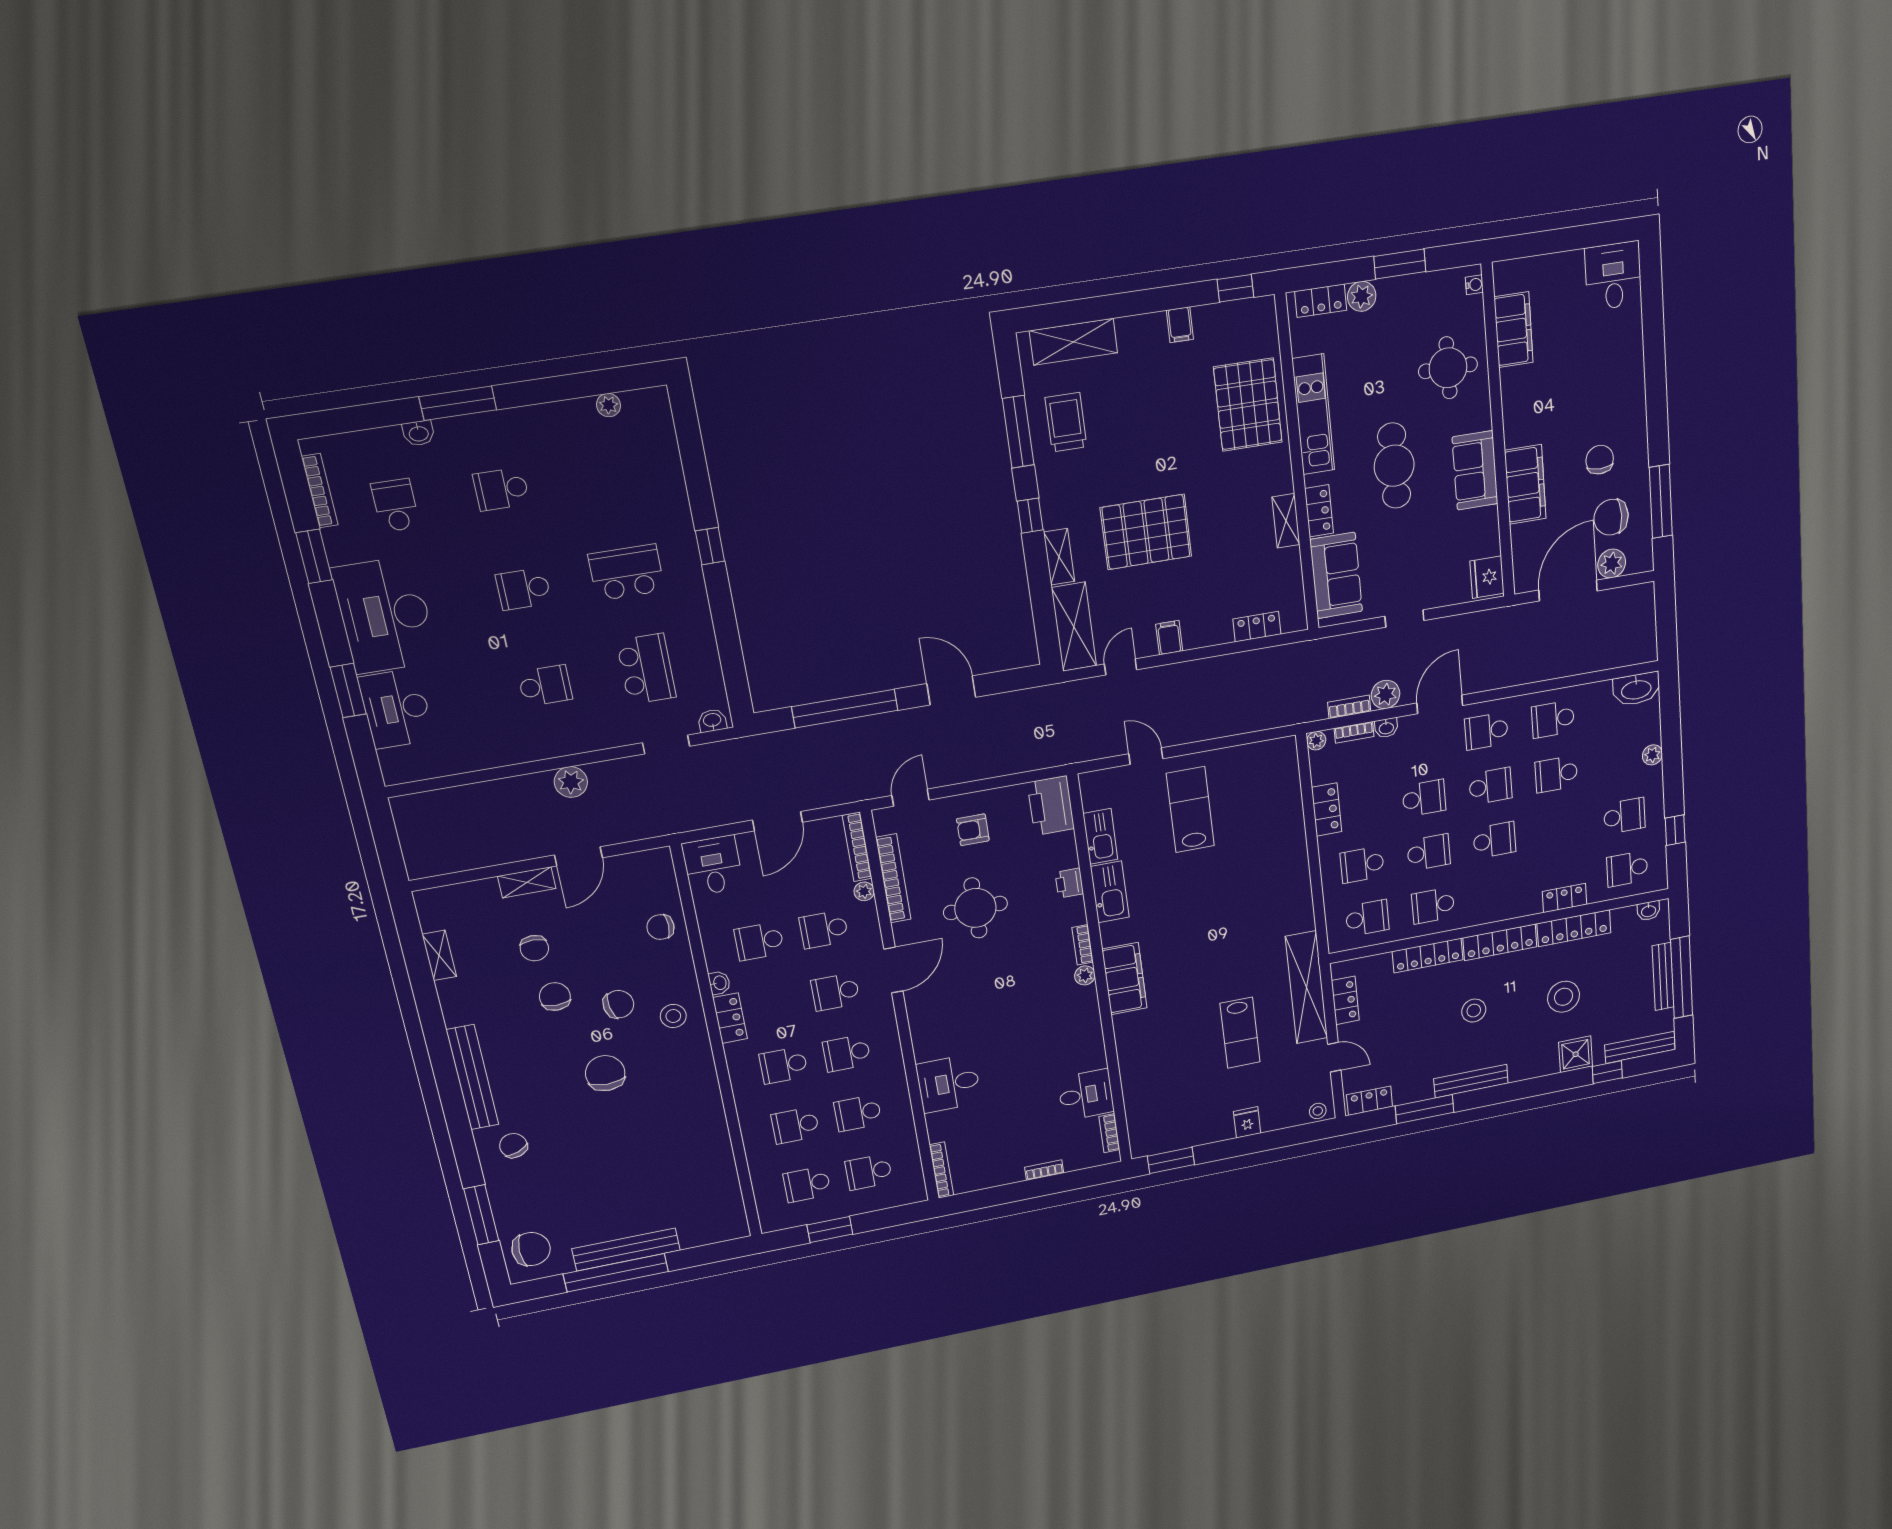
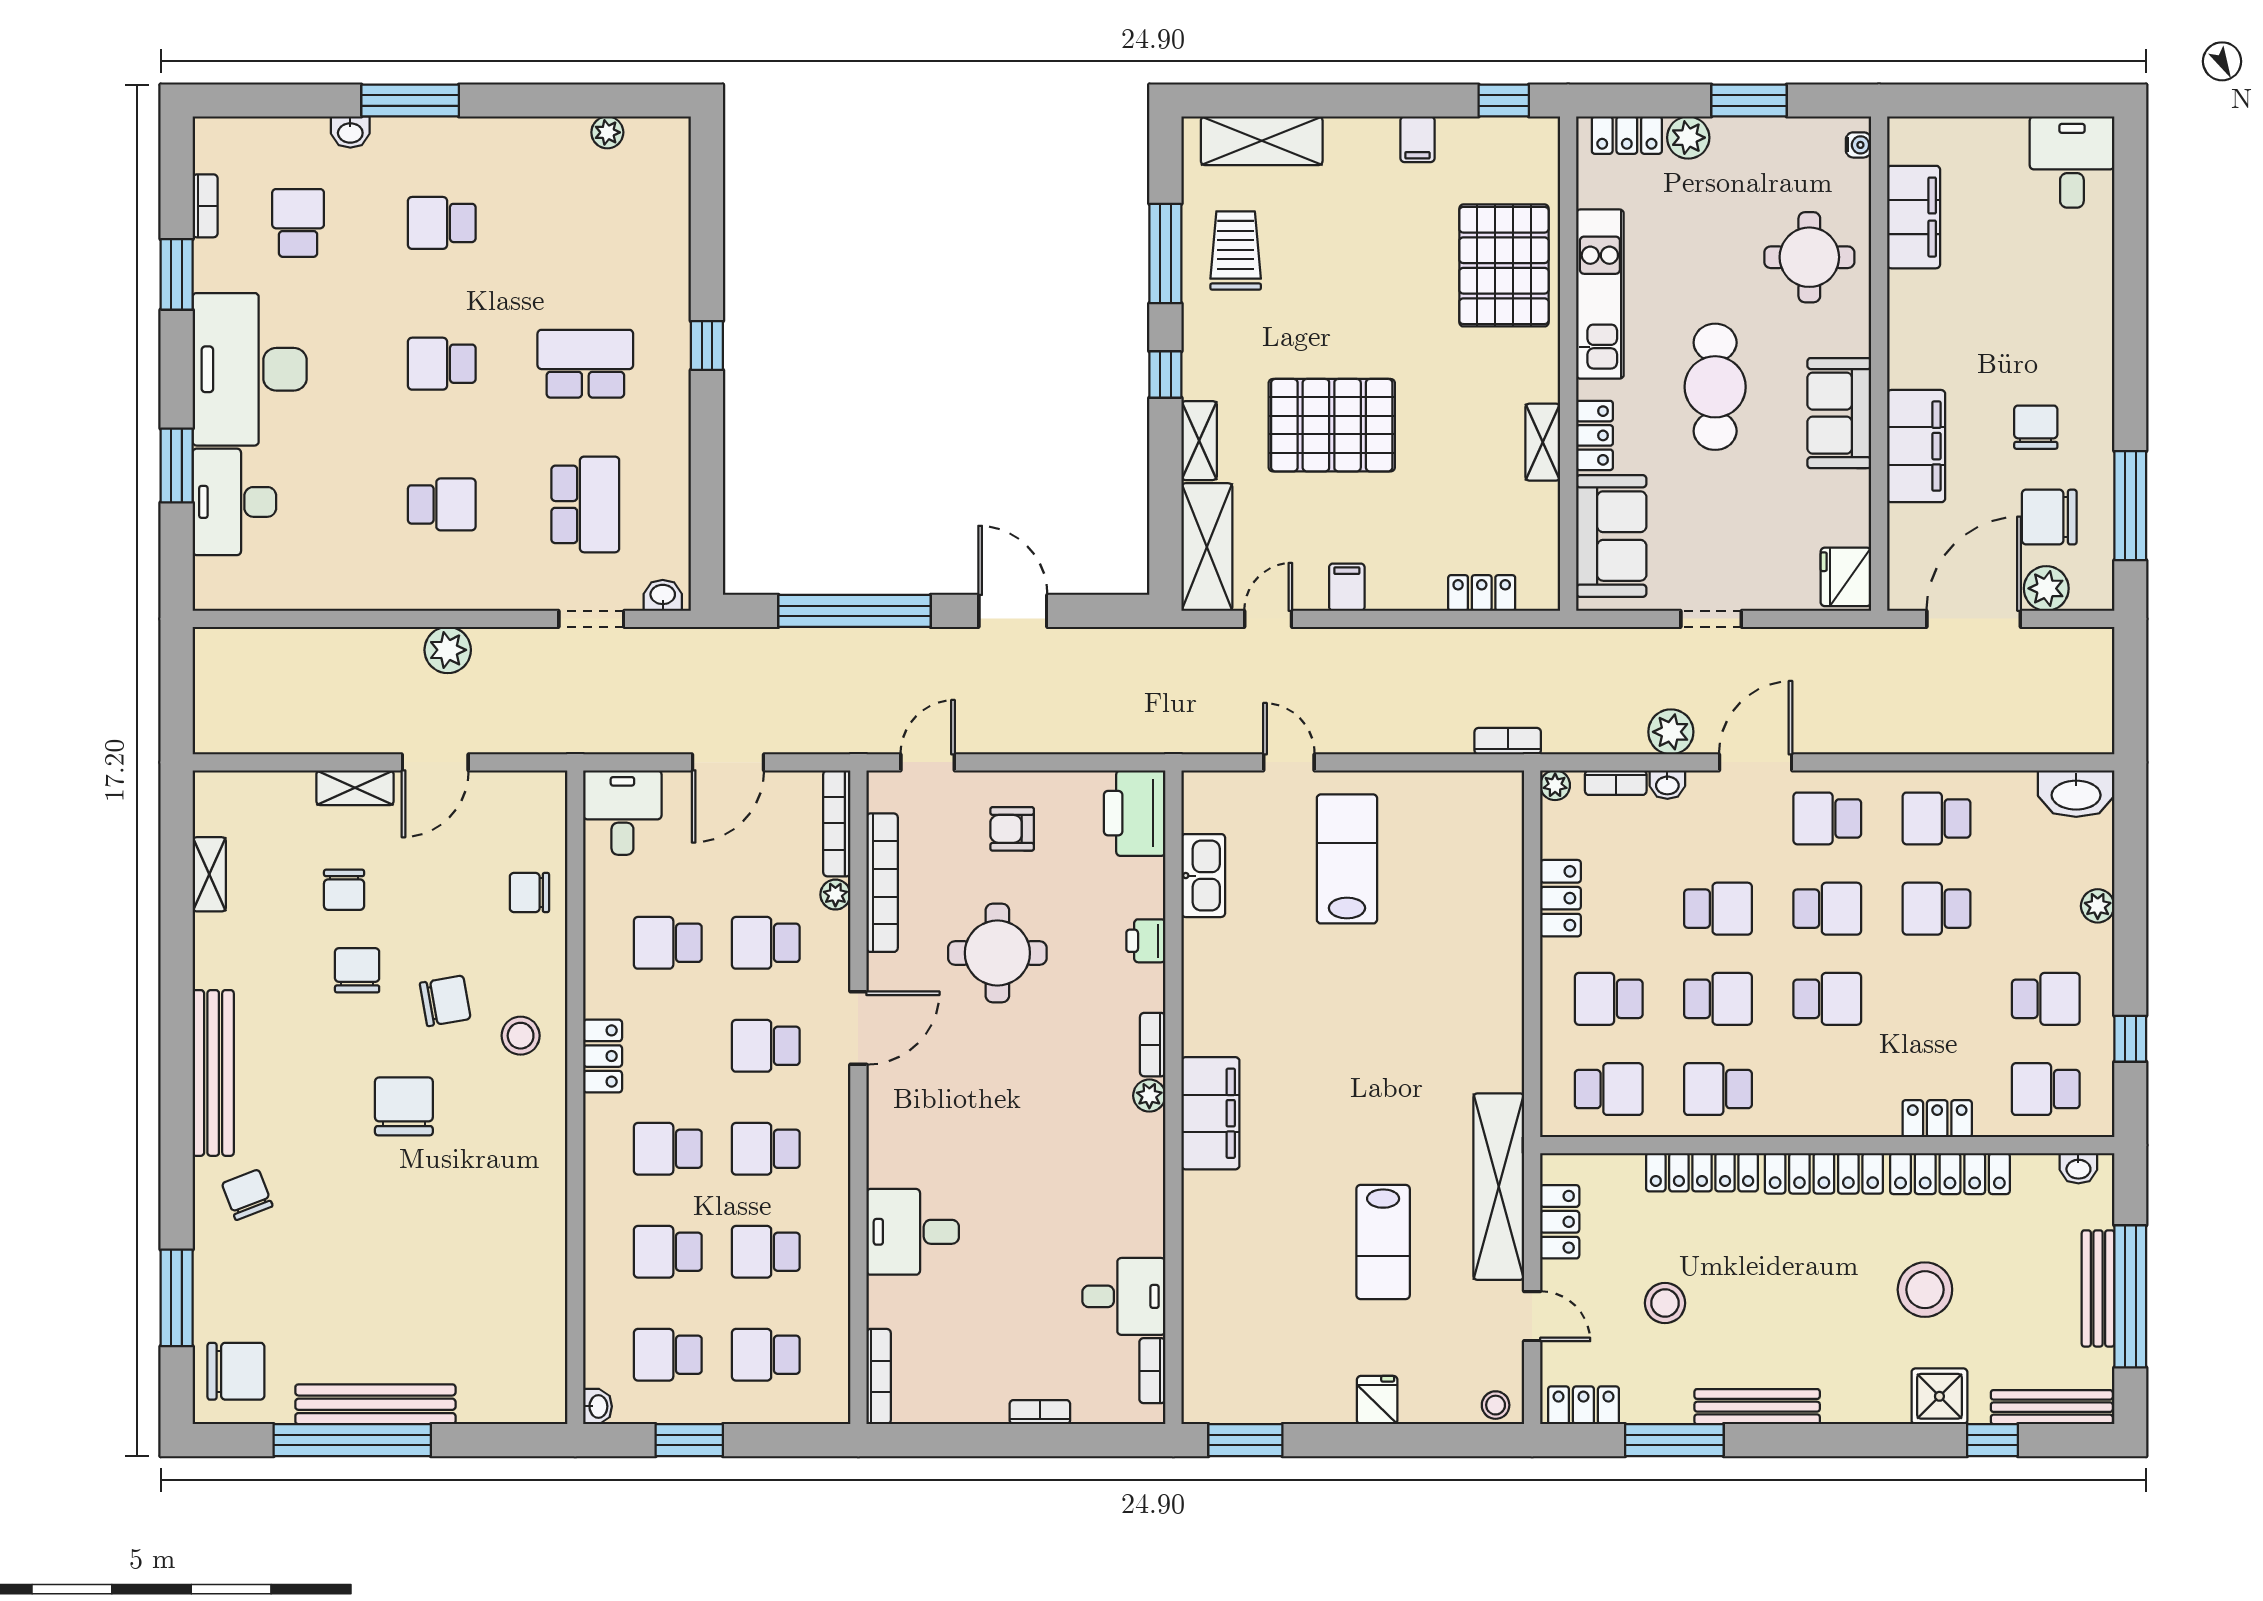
bookcase: (320, 491) -> (205, 206), width x0.64
bookcase: (1349, 707) -> (1508, 741), moved
kitchen sink: (1110, 892) -> (1206, 967), removed
washbasin: (719, 983) -> (598, 1406), moved
stool: (1474, 1011) -> (1665, 1303), moved

